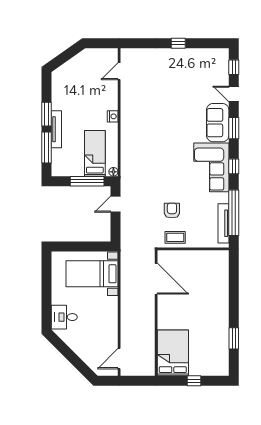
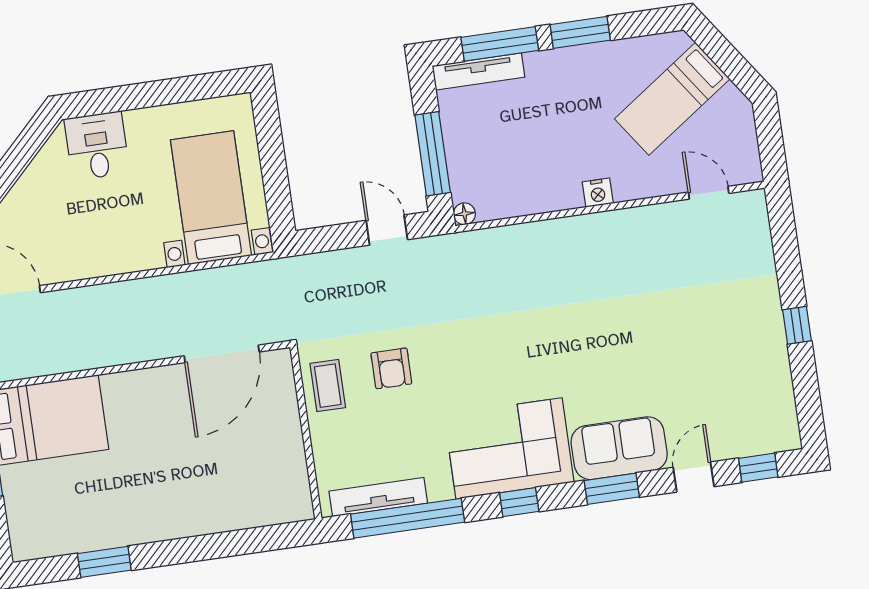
tv unit: (56, 129) -> (478, 71), moved
bed: (95, 153) -> (672, 99), moved, turned 145
armchair: (172, 210) -> (391, 368), turned 90

